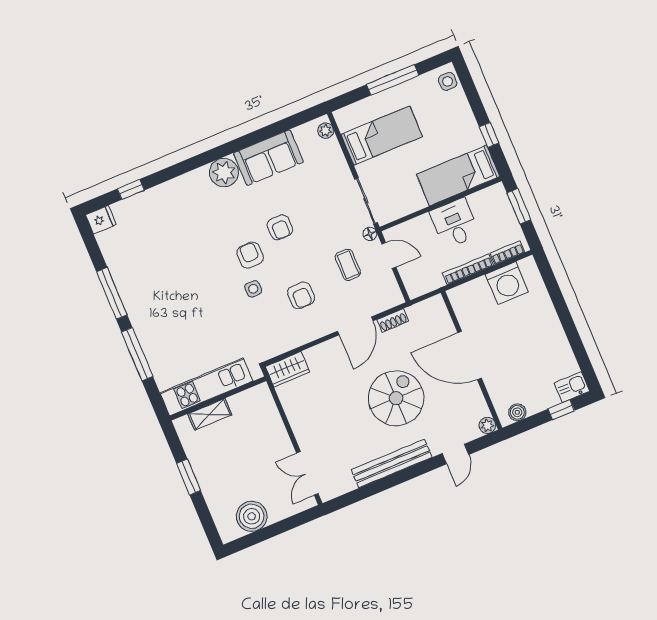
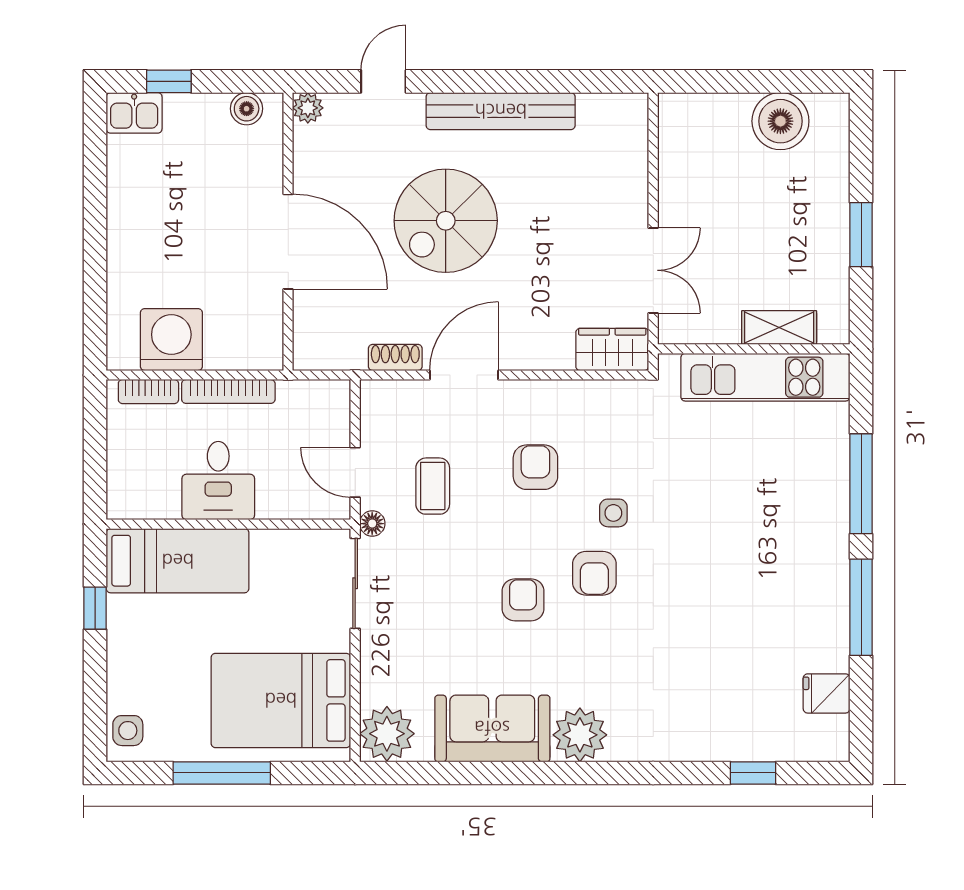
plant: (326, 131) -> (387, 734), width x1.88, depth x1.88
bed: (382, 136) -> (281, 700), width x1.50
window: (519, 206) -> (95, 464), removed
fridge: (101, 220) -> (827, 693), moved
double door: (307, 473) -> (653, 270), moved

